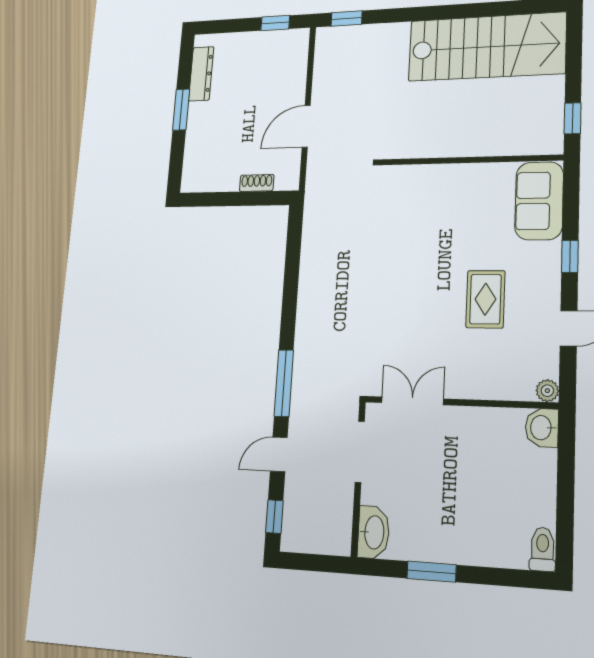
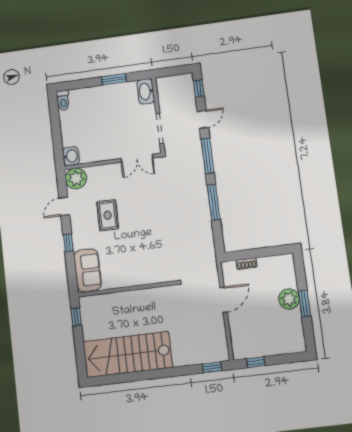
dresser: (201, 74) -> (297, 327), removed
plant: (203, 119) -> (289, 299), added
window: (290, 296) -> (214, 202), added
plant: (547, 391) -> (76, 178), width x1.87, depth x1.87

